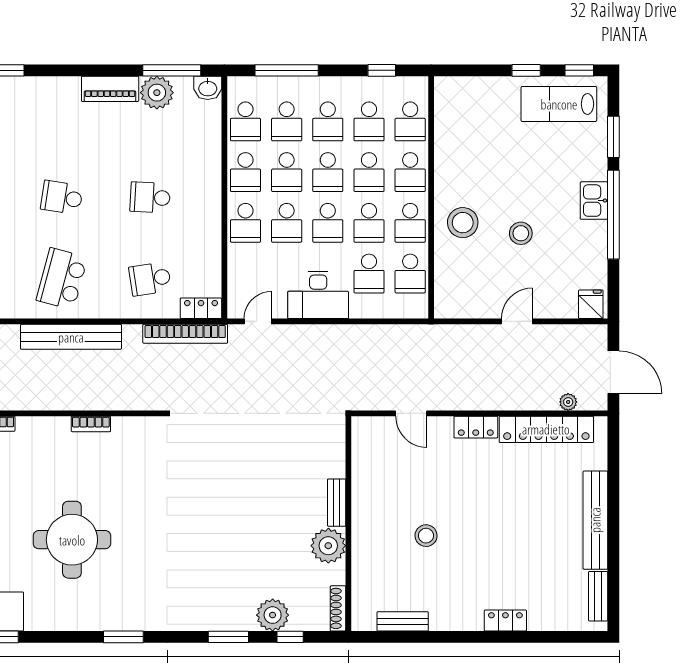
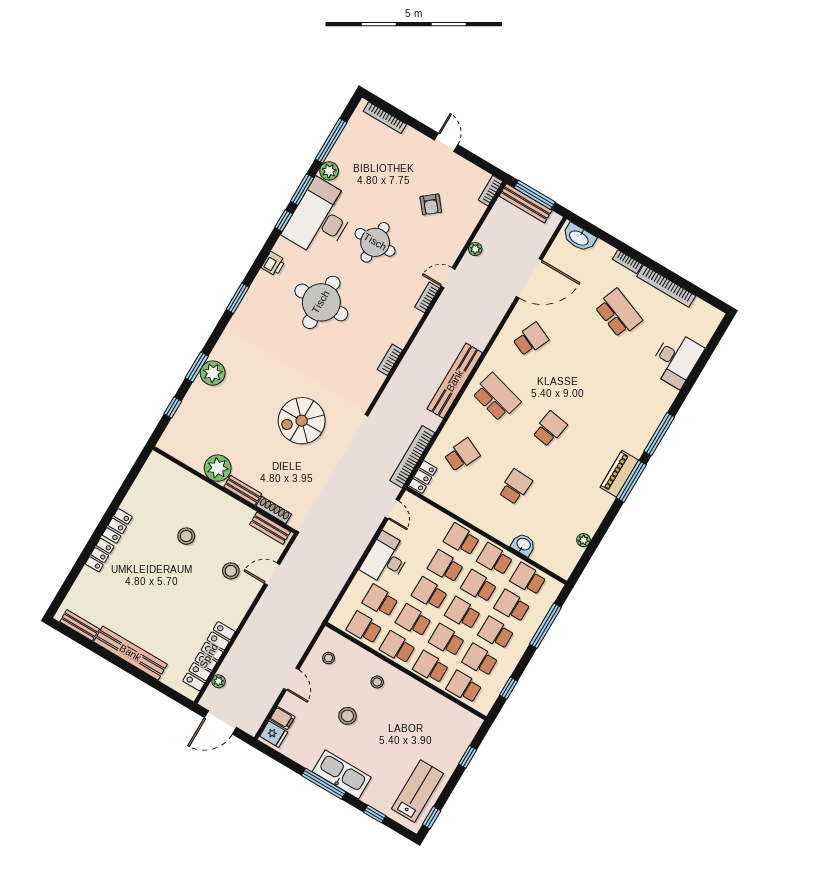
window: (172, 70) -> (631, 481), moved
window: (526, 70) -> (468, 757), moved
washbasin: (208, 88) -> (523, 545), moved, turned 90
piano: (110, 89) -> (619, 474), moved
plant: (157, 93) -> (583, 540), width x0.53, depth x0.53
window: (613, 137) -> (375, 814), width x0.67
kitchen sink: (594, 201) -> (342, 774), width x1.87, depth x1.24
window: (613, 215) -> (324, 784), width x0.68
stool: (463, 223) -> (377, 682), width x0.53, depth x0.53
school desk: (150, 279) -> (462, 455), turned 33
stool: (468, 293) -> (328, 658), added
filing cabinet: (567, 305) -> (282, 718), added
locker: (476, 427) -> (117, 526), moved, turned 180
stool: (435, 462) -> (231, 571), added
spiral stairs: (219, 483) -> (302, 421), added
shoe rack: (338, 608) -> (274, 510), moved
plant: (273, 615) -> (213, 373), moved
printer: (61, 620) -> (273, 264), added
bench: (403, 621) -> (270, 528), moved, turned 90

